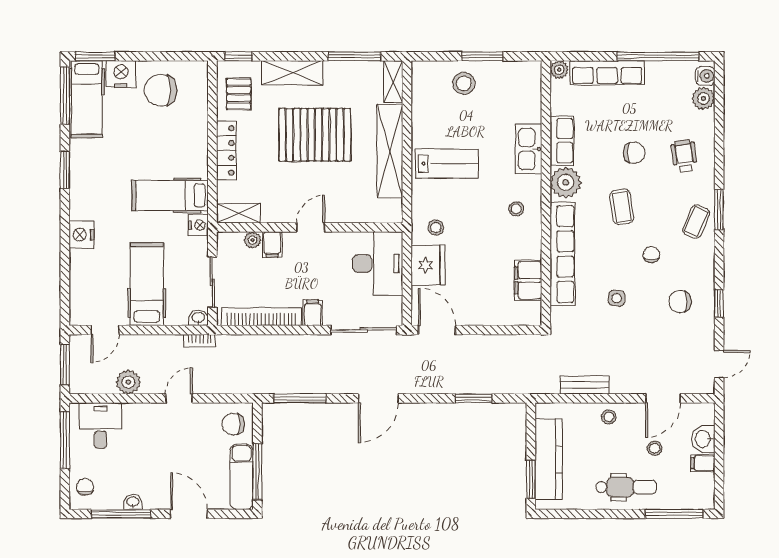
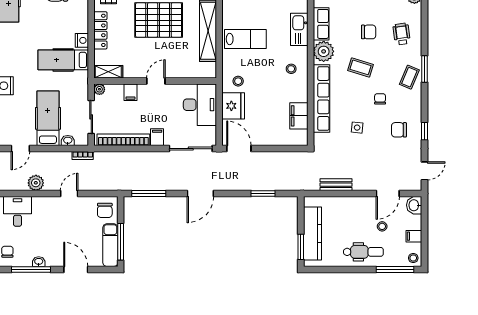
coffee table: (622, 207) -> (360, 67), turned -64
nightstand: (198, 225) -> (82, 40), moved
plant: (253, 240) -> (99, 89), moved
washbasin: (198, 318) -> (68, 141), moved
stool: (609, 417) -> (413, 258), moved
chair: (233, 424) -> (105, 210), turned -90
washbasin: (703, 439) -> (414, 205), moved

